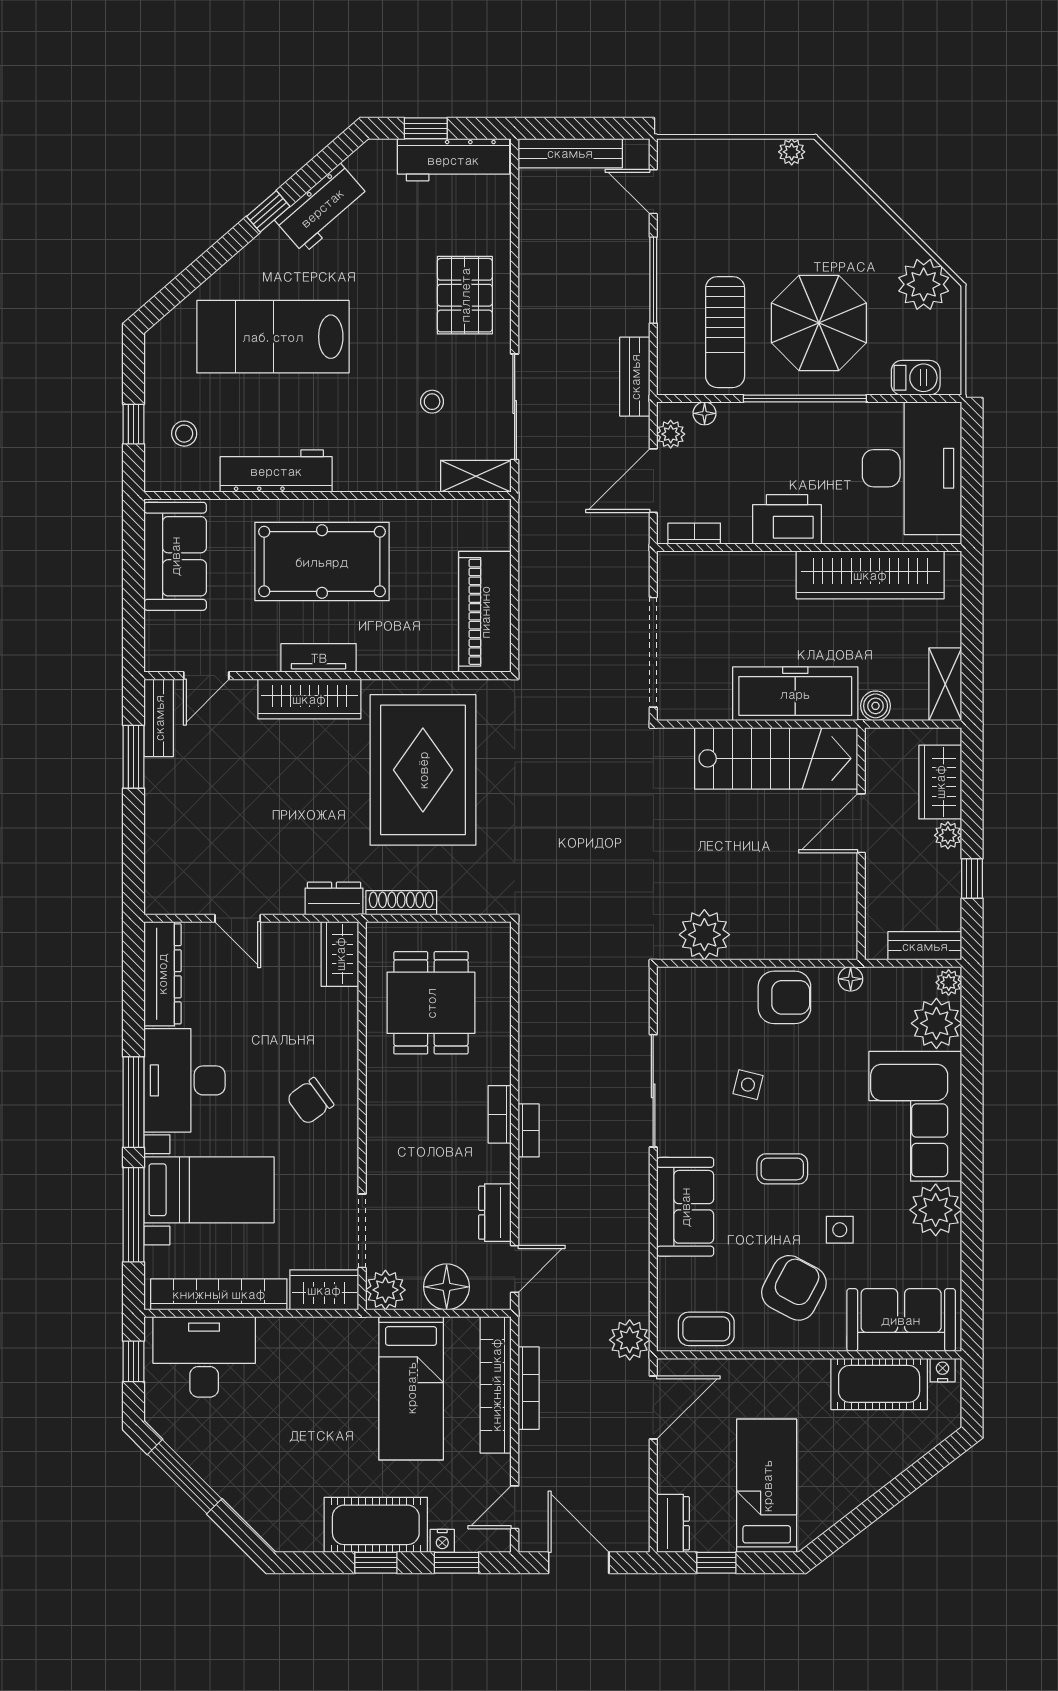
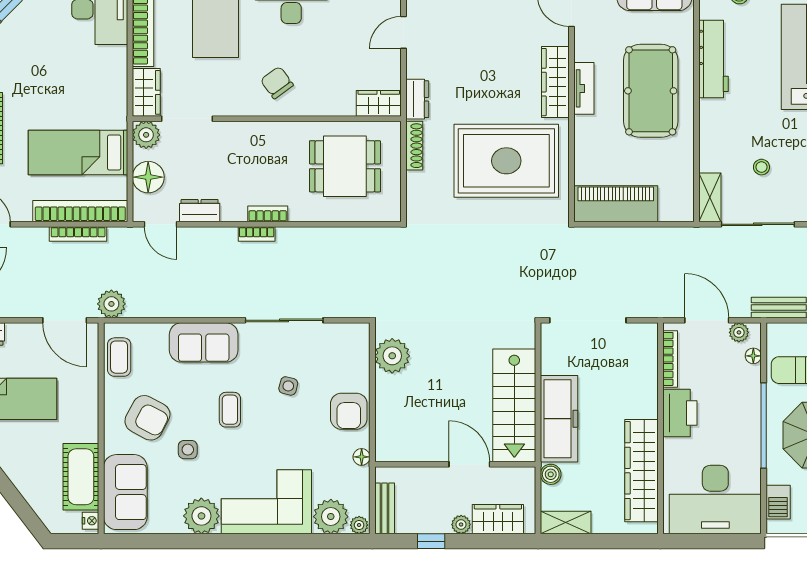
bookcase: (694, 534) -> (670, 359), width x1.56

